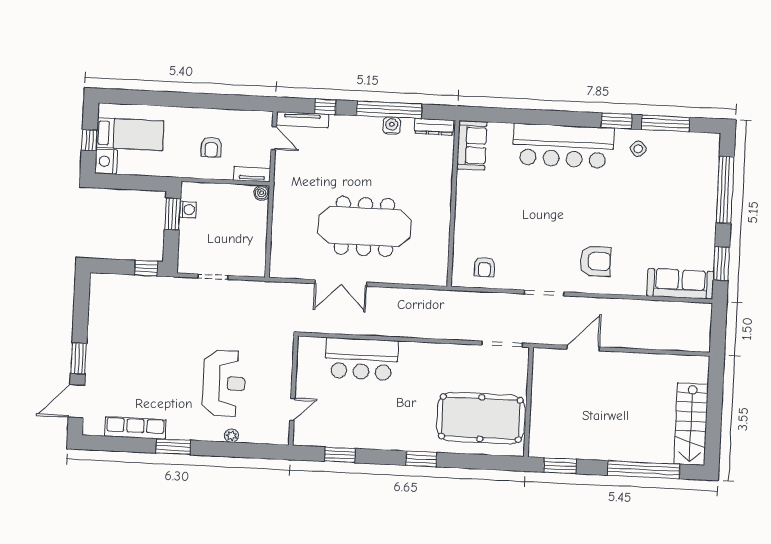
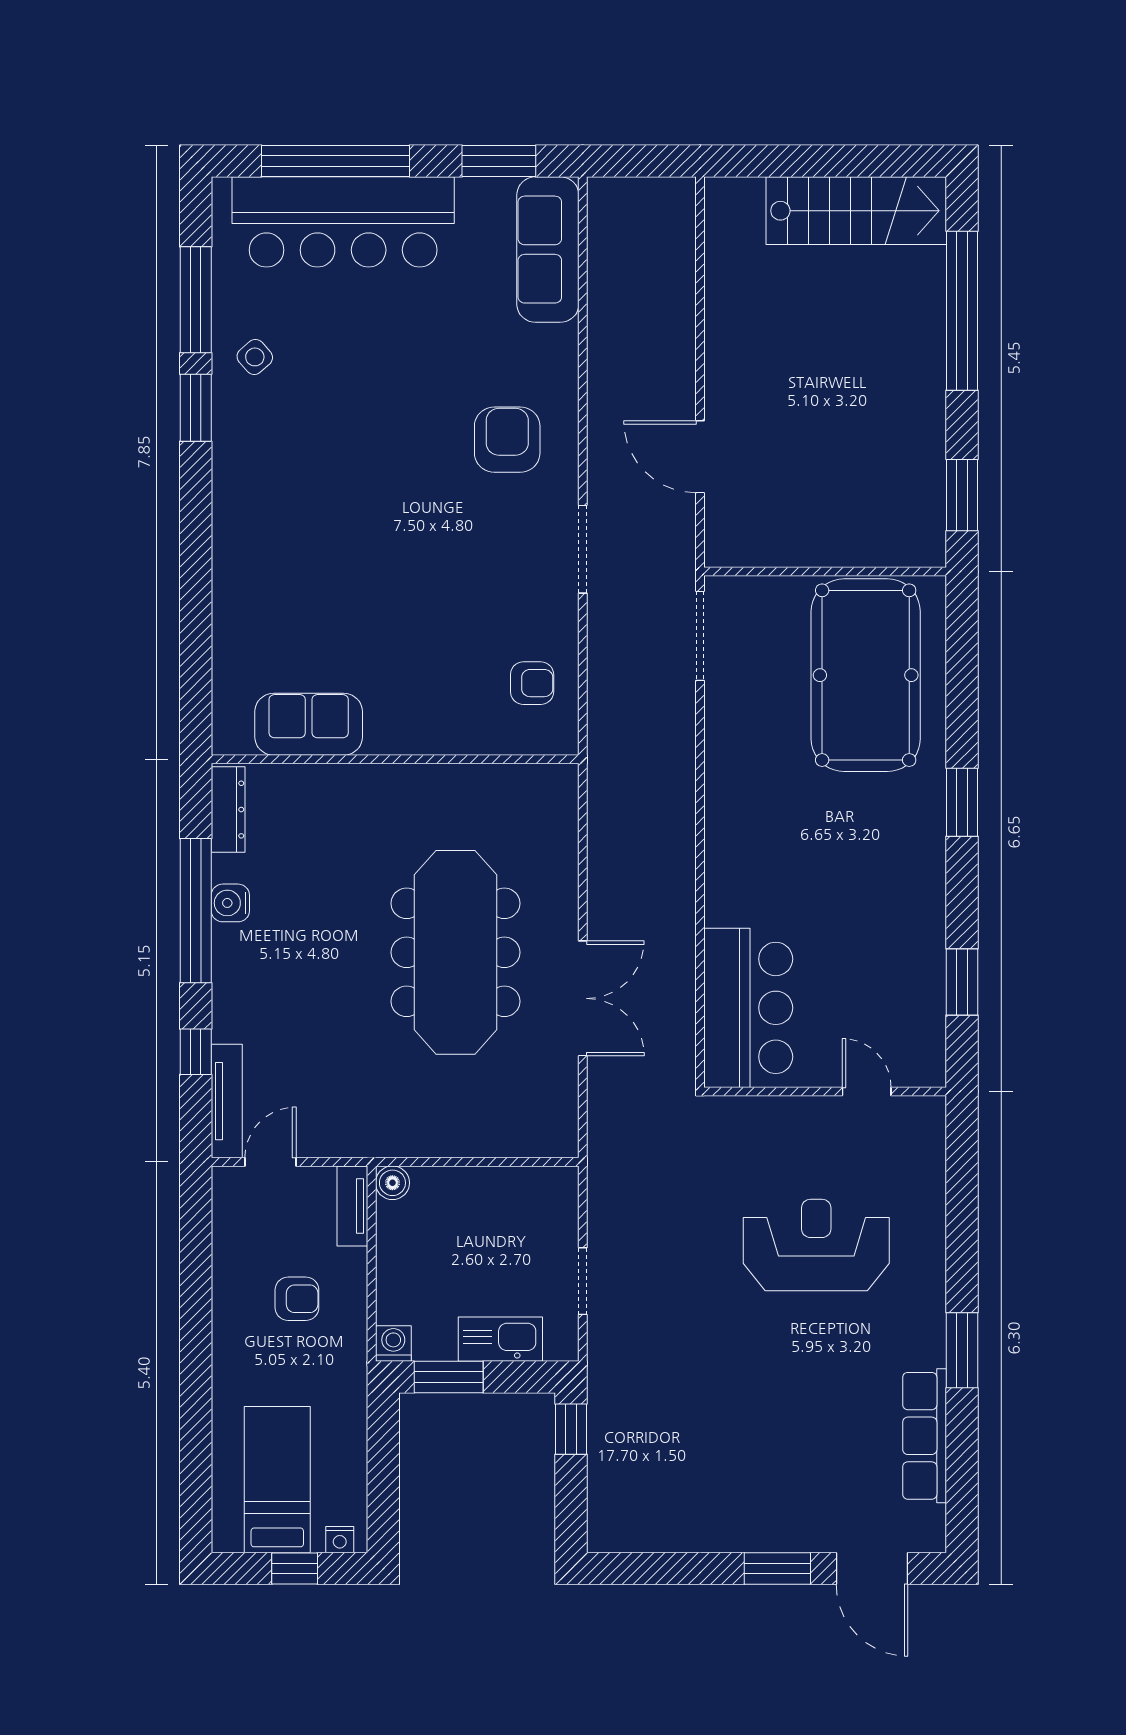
sofa: (472, 145) -> (309, 724), moved
bar counter: (563, 146) -> (343, 222), moved, turned 90
nightstand: (106, 161) -> (340, 1540), width x0.53, depth x0.56
washing machine: (188, 210) -> (393, 1343), moved
kitchen sink: (189, 238) -> (500, 1339), added
bar counter: (362, 359) -> (748, 1008), moved
plant: (232, 436) -> (931, 1223), removed

